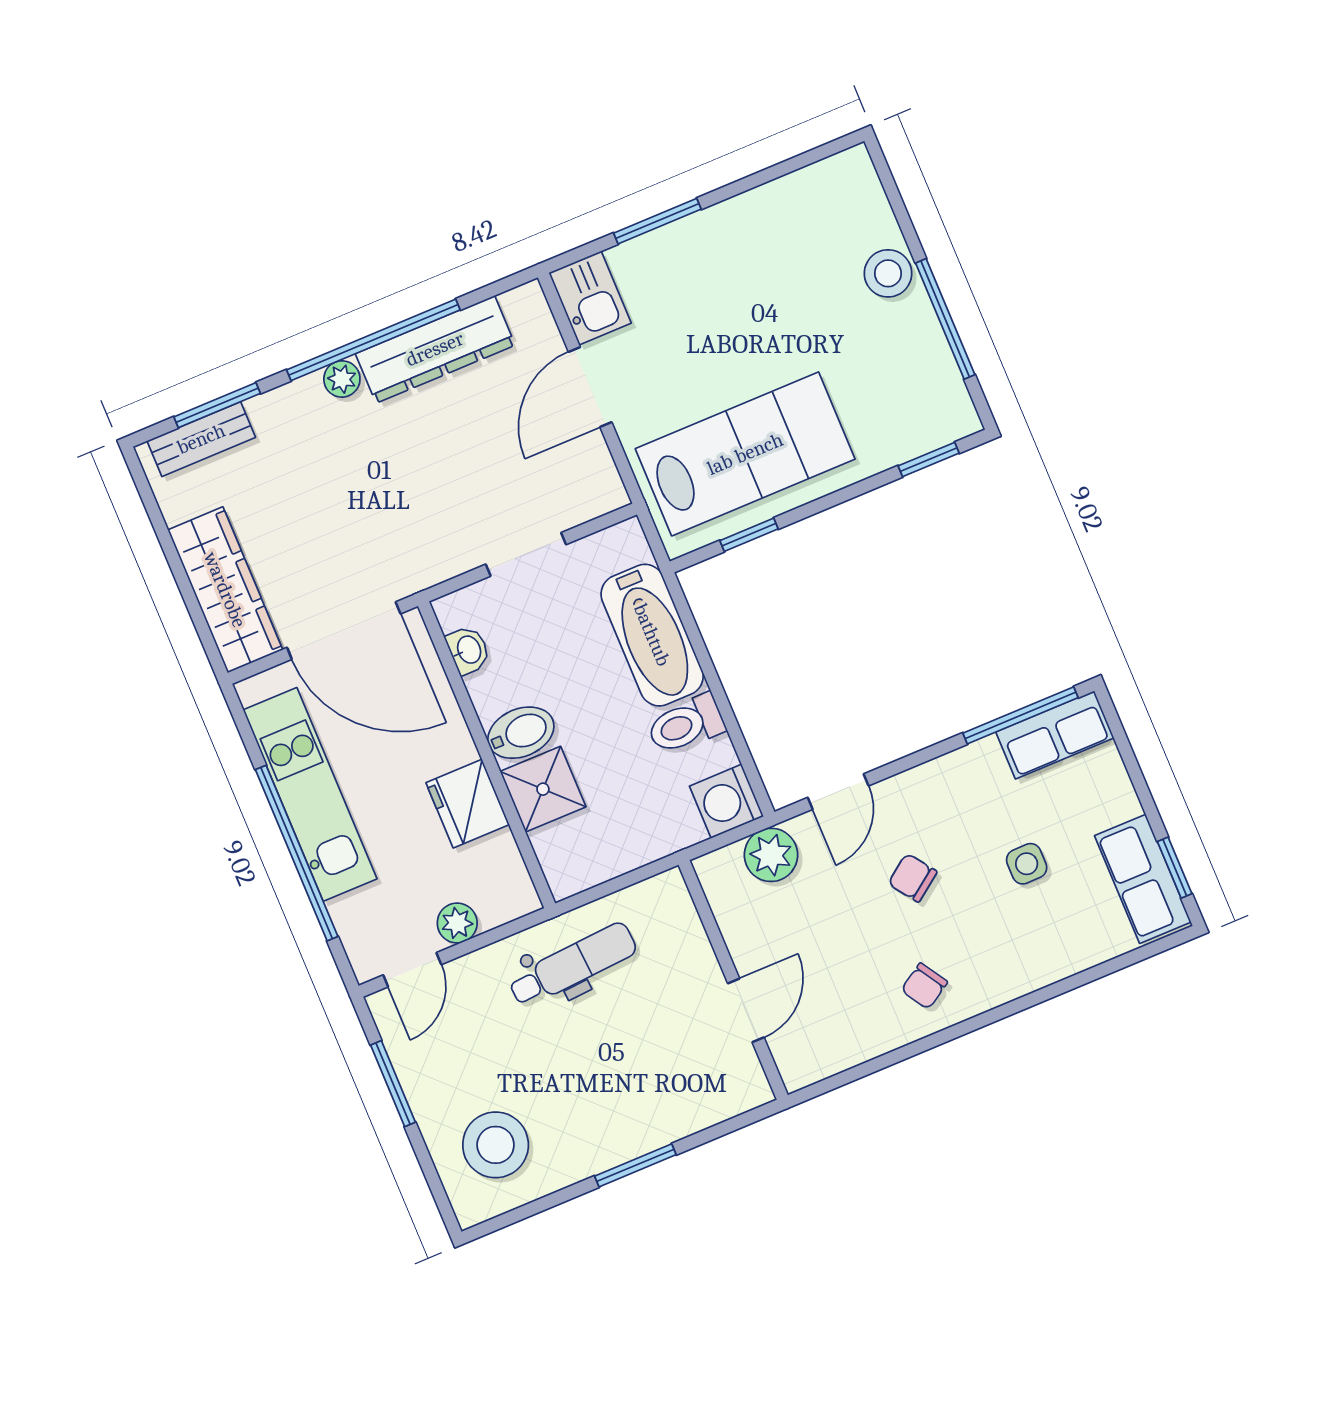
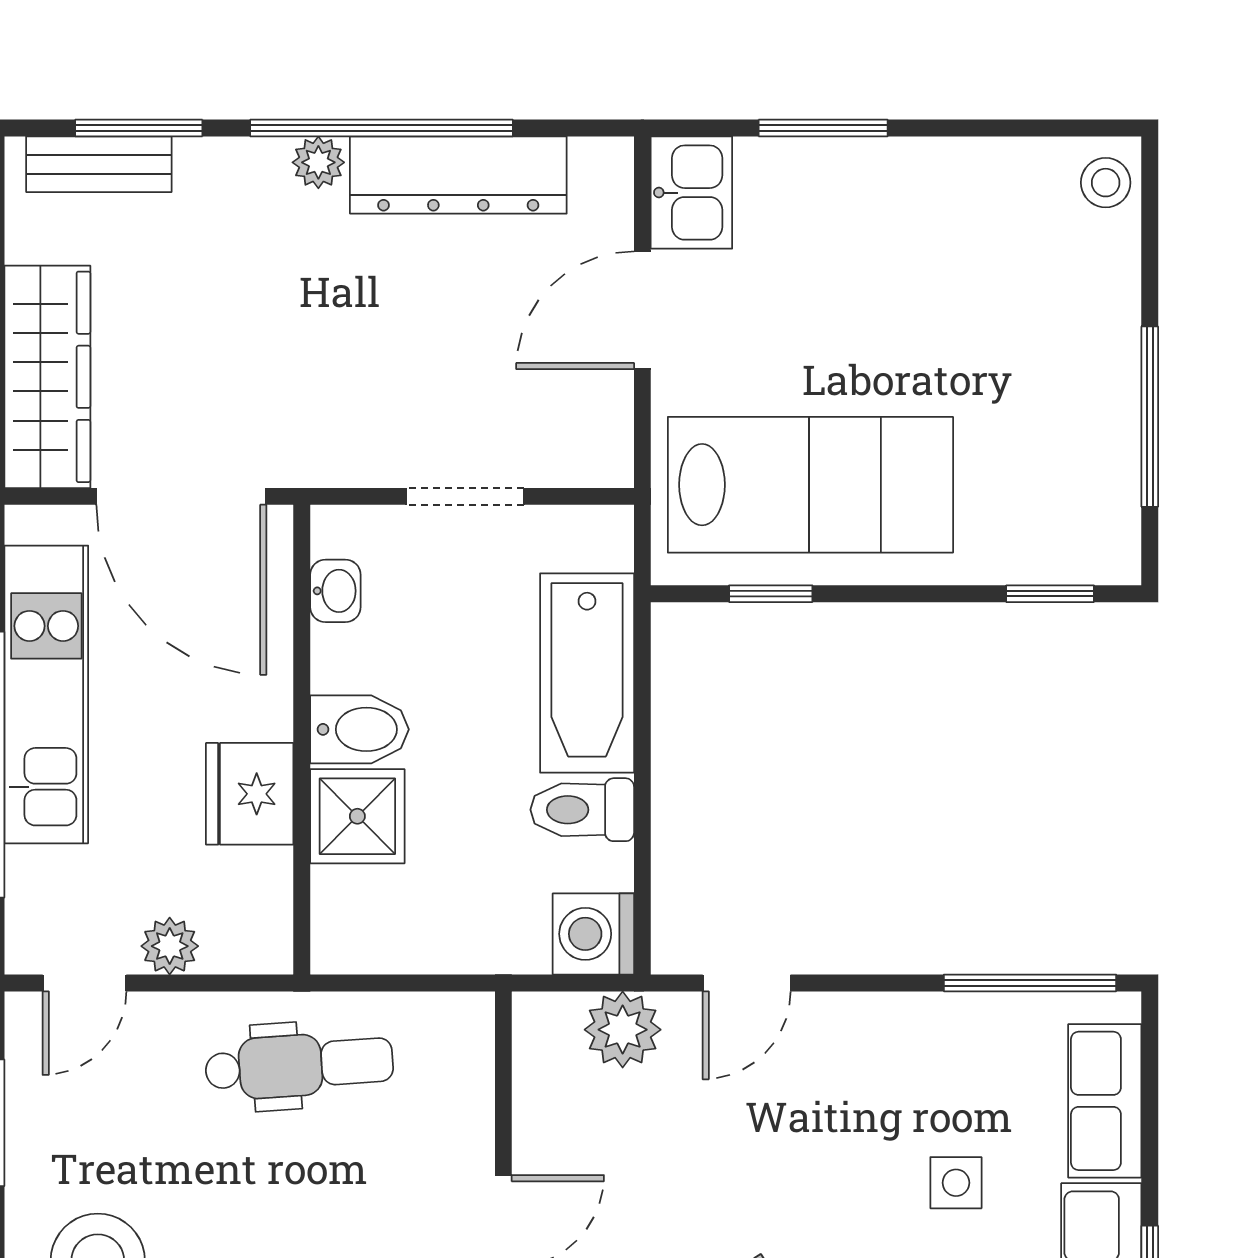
stool: (888, 273) -> (1106, 183), moved, width x0.73, depth x0.73
row of seats: (1055, 735) -> (1105, 1101), moved, turned 90
chair: (913, 878) -> (797, 1138), removed

